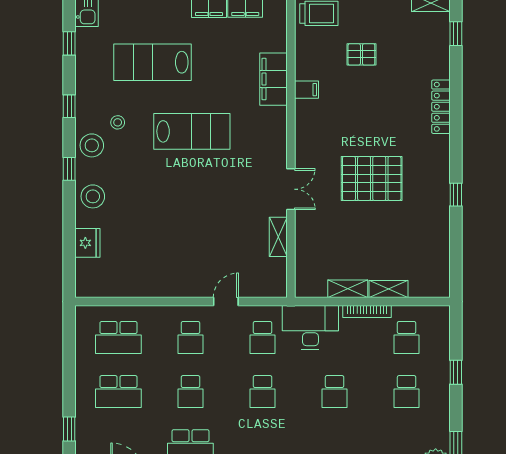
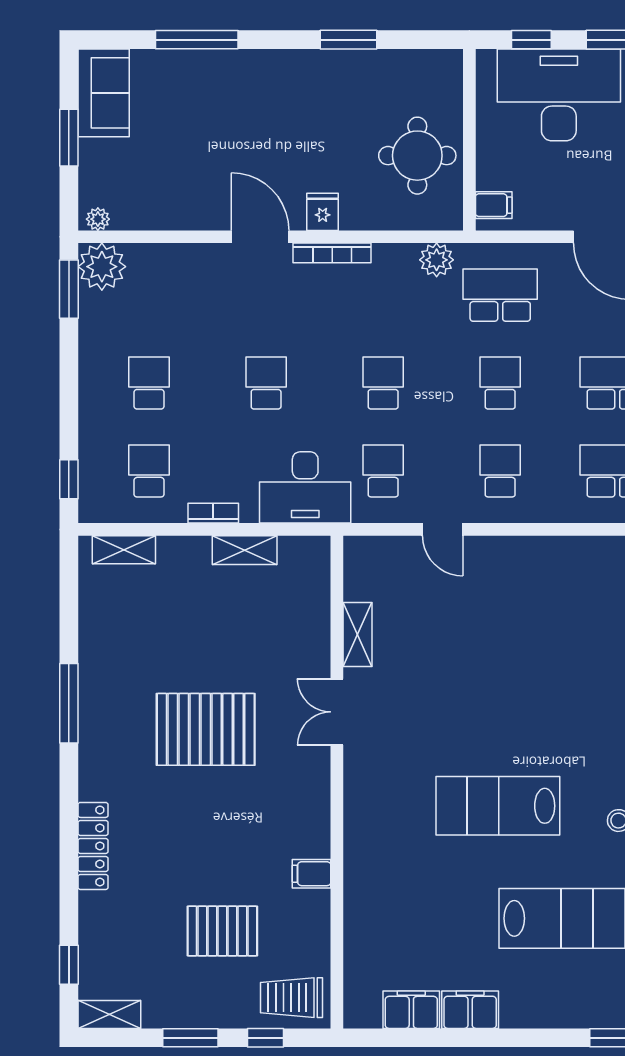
pallet: (361, 54) -> (222, 931), width x1.50, depth x1.42
filing cabinet: (274, 79) -> (365, 891), removed
window: (456, 195) -> (69, 703), width x2.17
shelving: (388, 289) -> (124, 550), moved
door: (226, 302) -> (443, 529), hinge flipped
bookcase: (367, 311) -> (213, 513), width x0.64
window: (456, 372) -> (69, 479), moved

